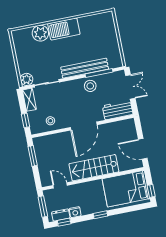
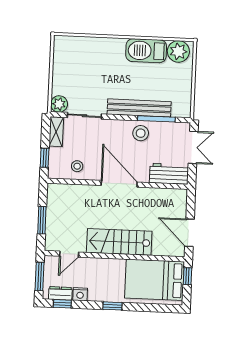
barbecue: (64, 29) -> (146, 51), moved
plant: (40, 33) -> (178, 51), moved
door: (84, 126) -> (119, 184), swing flipped
window: (33, 156) -> (42, 220), moved
door: (60, 185) -> (69, 254), swing flipped
window: (151, 191) -> (188, 276), moved

